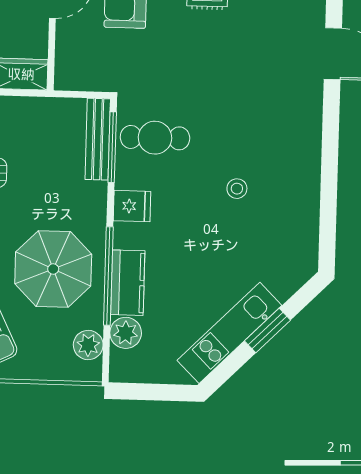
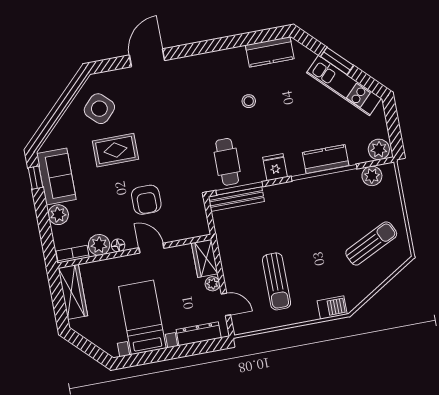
kitchen counter: (302, 235) -> (270, 52), added
parasol: (53, 269) -> (327, 210), removed
plant: (126, 333) -> (379, 149), moved

